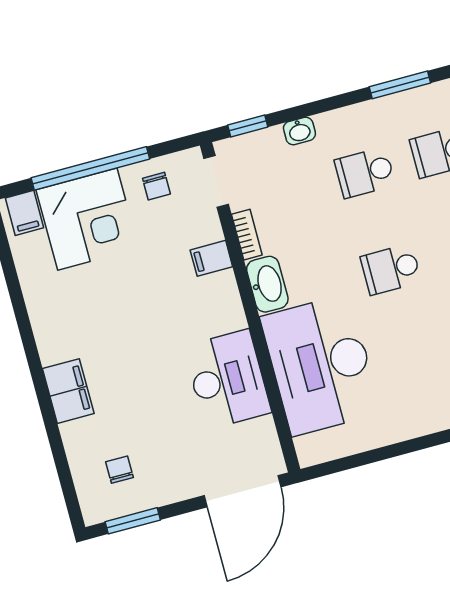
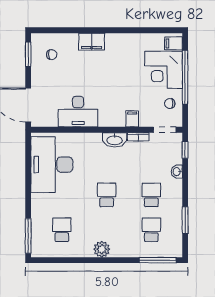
desk: (321, 365) -> (52, 165), moved, turned -90

